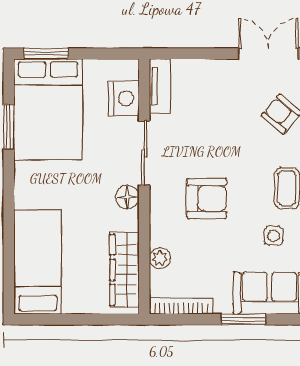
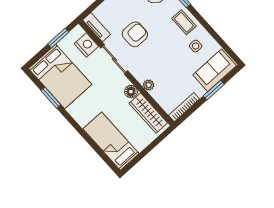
window: (46, 54) -> (58, 38), moved
floor lamp: (127, 197) -> (131, 92), moved
armchair: (207, 198) -> (135, 34), moved
plant: (160, 258) -> (149, 85), moved

